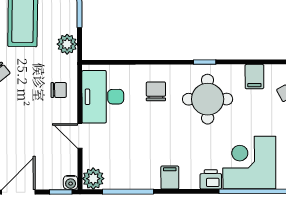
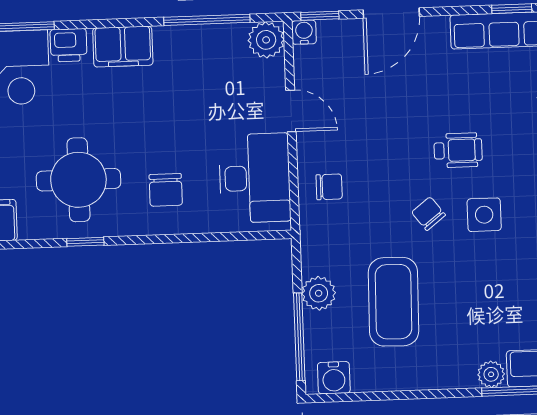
plant: (67, 44) -> (319, 293), moved
chair: (59, 90) -> (329, 187), turned 180
filing cabinet: (170, 177) -> (123, 47), width x2.00

